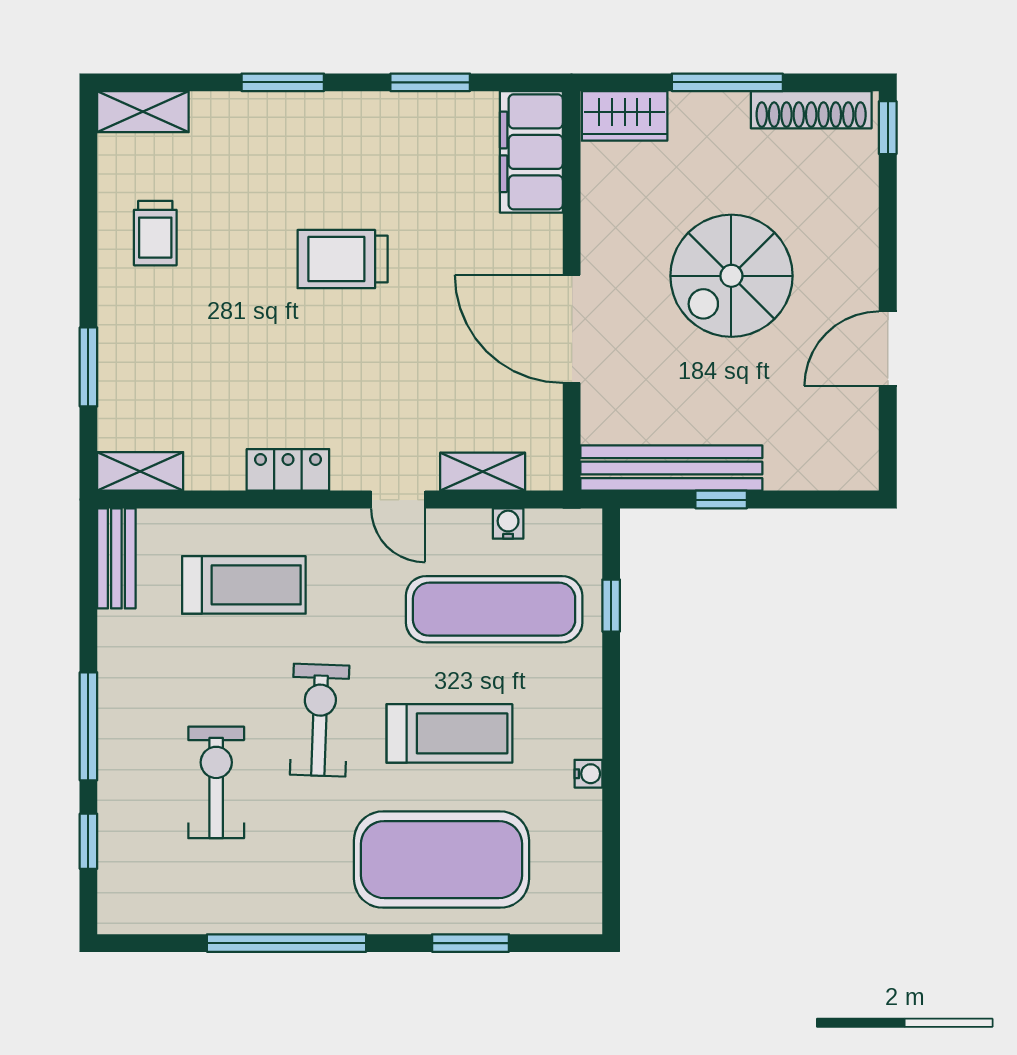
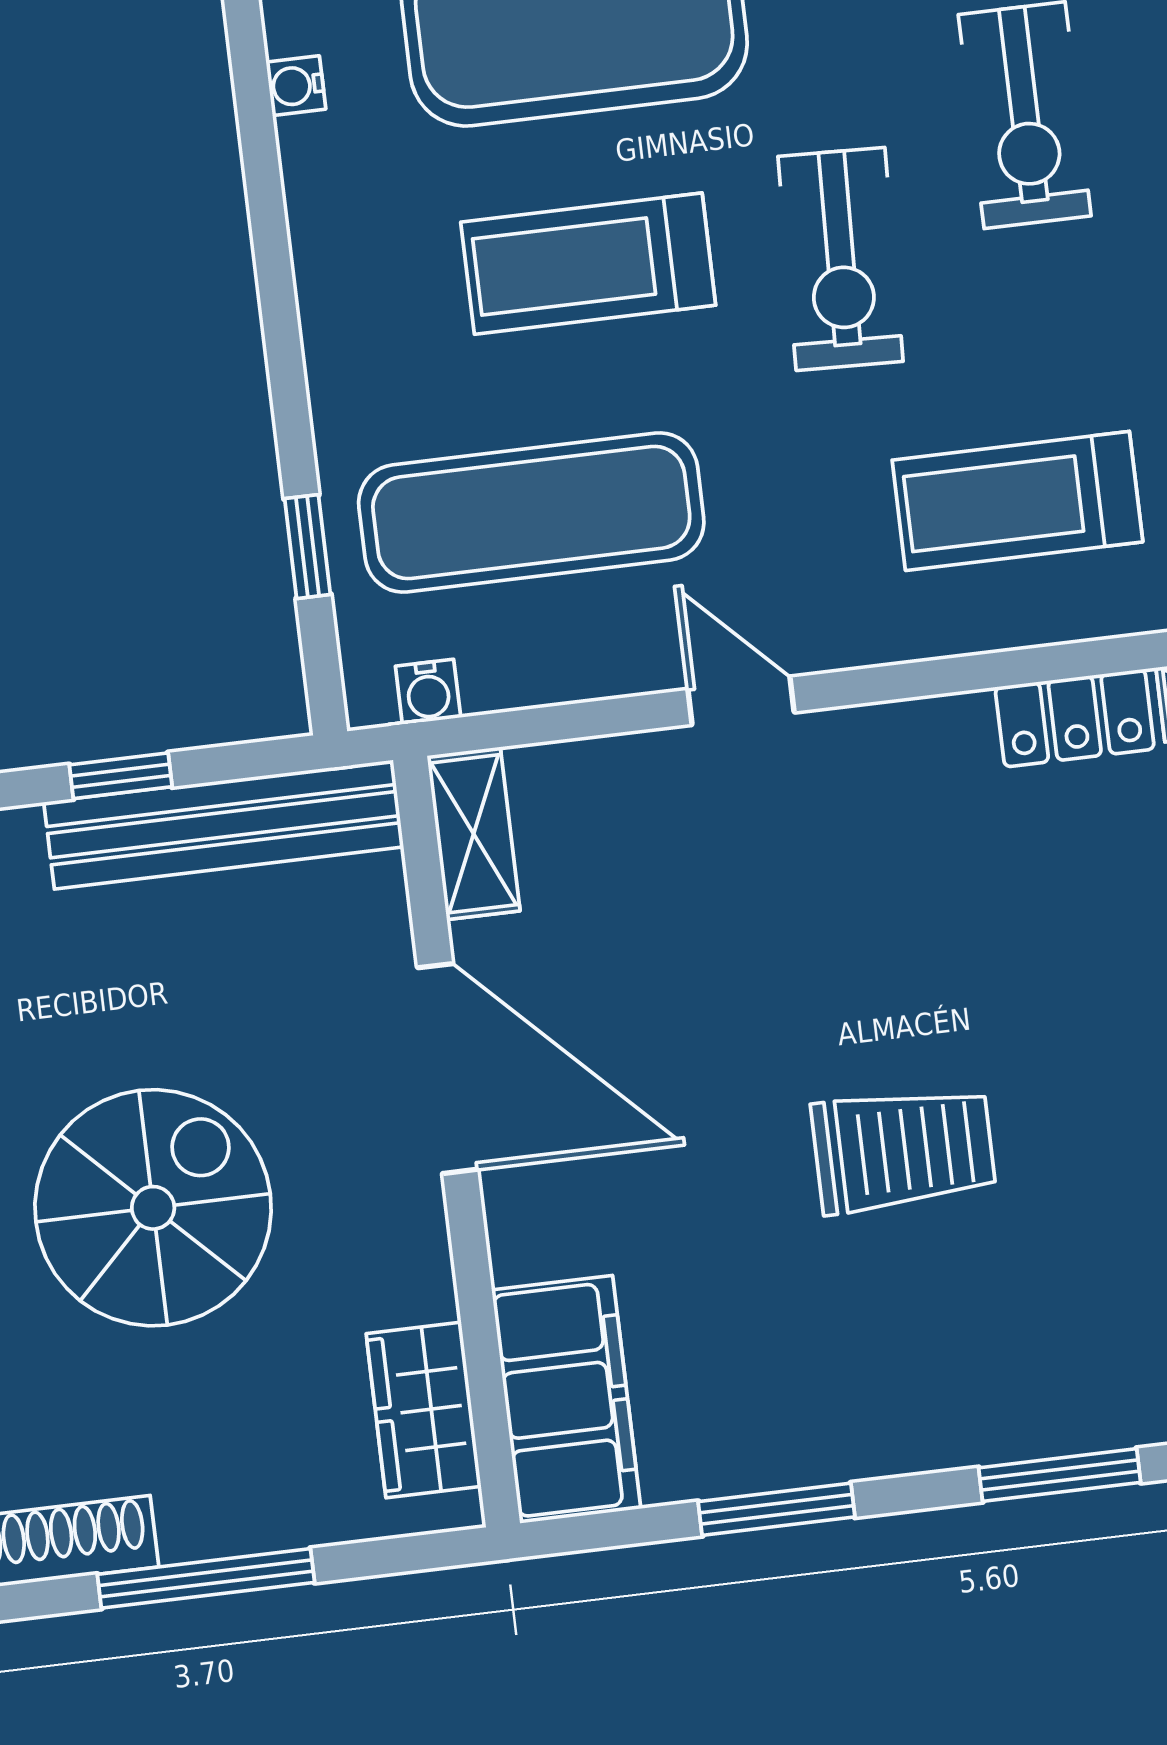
wardrobe: (625, 116) -> (424, 1410), moved, turned -90
locker: (288, 470) -> (1075, 718), moved
shelving: (483, 472) -> (474, 834), moved, turned 90
water cooler: (508, 523) -> (428, 692), moved
water cooler: (588, 774) -> (296, 86), moved

